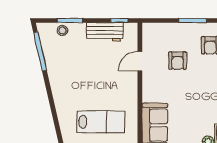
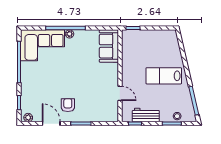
door: (140, 61) -> (120, 93), hinge flipped
armchair: (178, 61) -> (92, 94), removed
lab bench: (101, 122) -> (164, 76), moved

